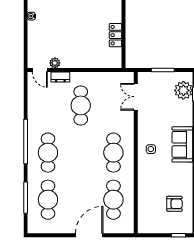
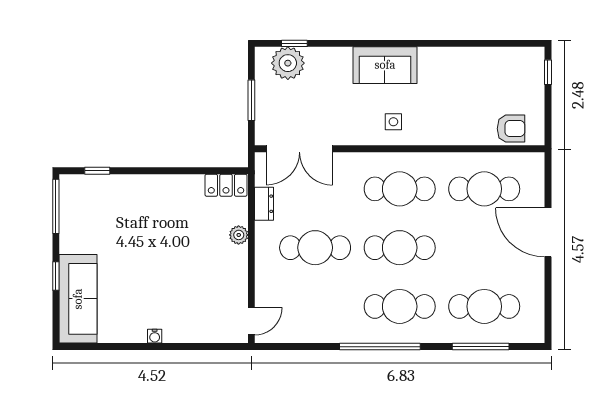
locker: (115, 35) -> (226, 185), moved
plant: (55, 63) -> (239, 235), moved
dresser: (60, 77) -> (264, 204), moved
double door: (136, 97) -> (299, 149), width x1.37
cafe table: (81, 153) -> (400, 248), added
armchair: (175, 204) -> (511, 129), moved, turned 90

